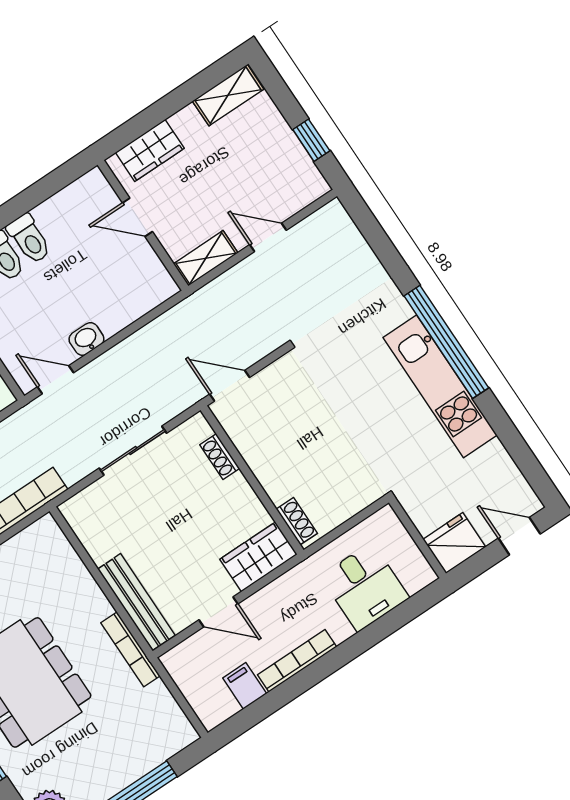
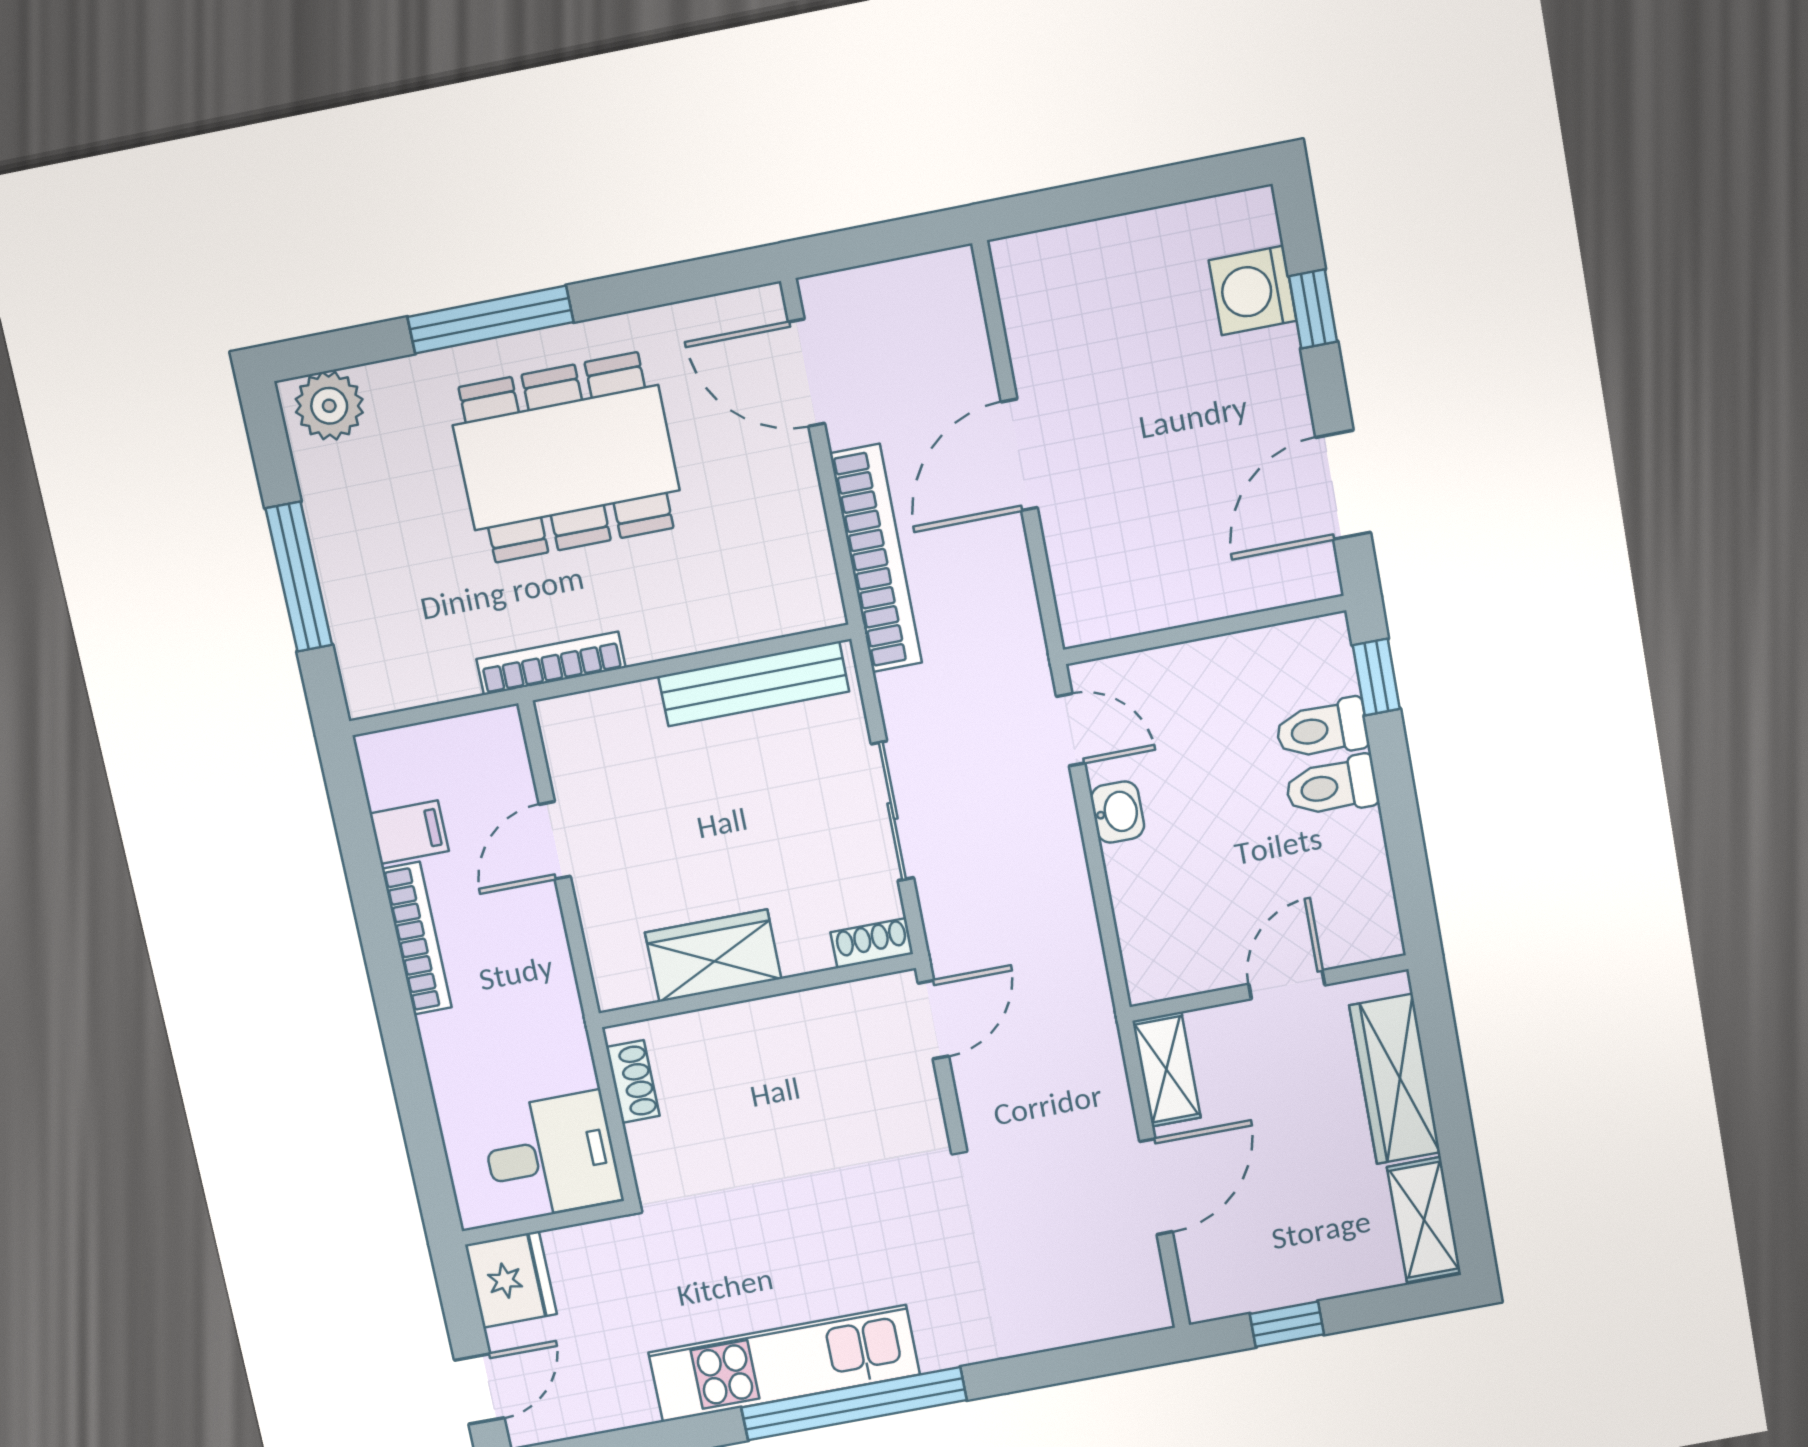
wardrobe: (150, 150) -> (1395, 1079), width x1.50
door: (268, 237) -> (1156, 1187), width x1.38
door: (55, 380) -> (1071, 730), hinge flipped
shoe rack: (220, 457) -> (872, 943), moved
shoe rack: (297, 521) -> (633, 1082), moved, turned -90
wardrobe: (258, 557) -> (713, 956), moved, turned -90
desk: (365, 587) -> (551, 1156), moved, turned 180
bench: (136, 602) -> (754, 684), moved

